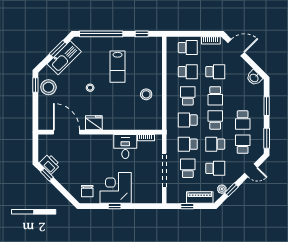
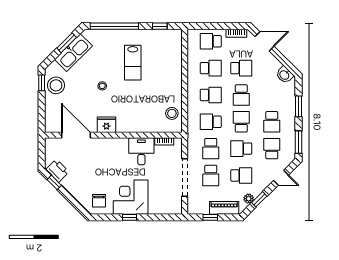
school desk: (188, 48) -> (211, 41), turned 180
stool: (146, 94) -> (172, 113), moved
school desk: (188, 96) -> (211, 95), turned 90
school desk: (188, 144) -> (211, 149), turned -90
school desk: (188, 168) -> (211, 175), turned 180

